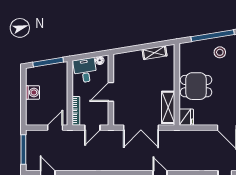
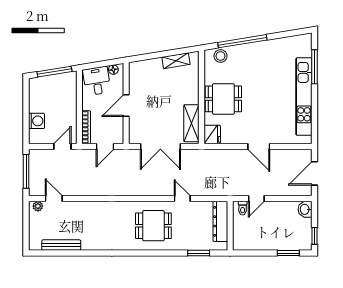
stool: (220, 52) -> (221, 56), moved
washing machine: (32, 92) -> (37, 121), moved

